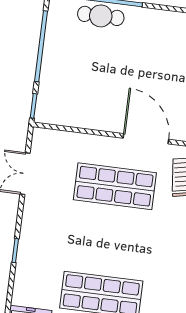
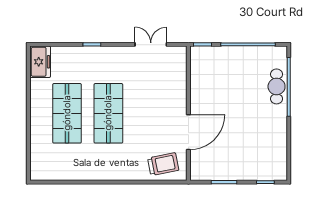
shop shelf: (115, 186) -> (108, 113), moved

